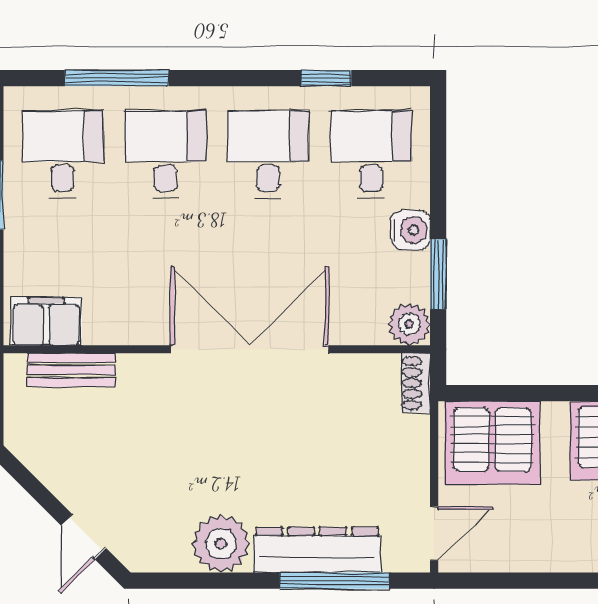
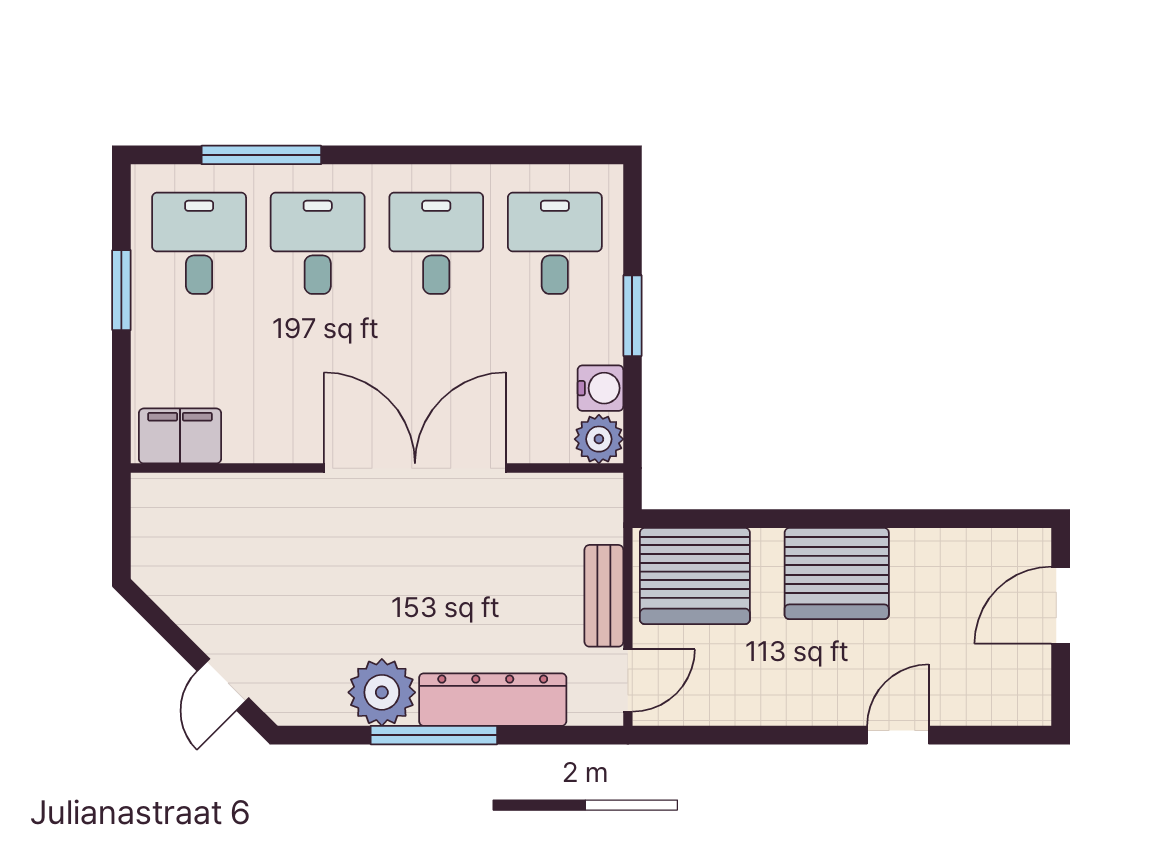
window: (326, 78) -> (503, 155), removed
water cooler: (410, 230) -> (600, 388), moved
window: (438, 274) -> (632, 316), moved
bench: (71, 370) -> (604, 596), moved, turned 90
shoe rack: (416, 383) -> (607, 507), removed
window: (335, 581) -> (434, 735), moved

